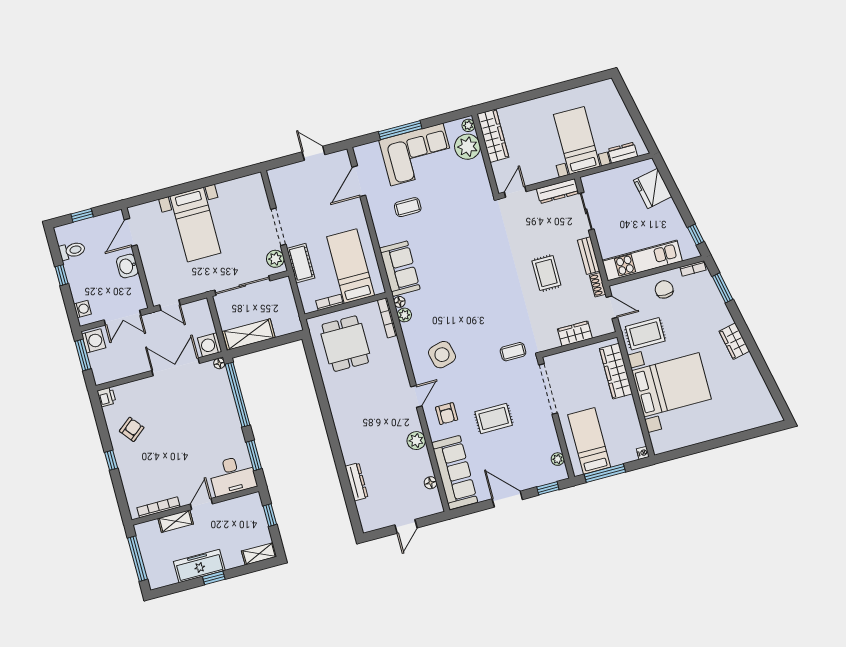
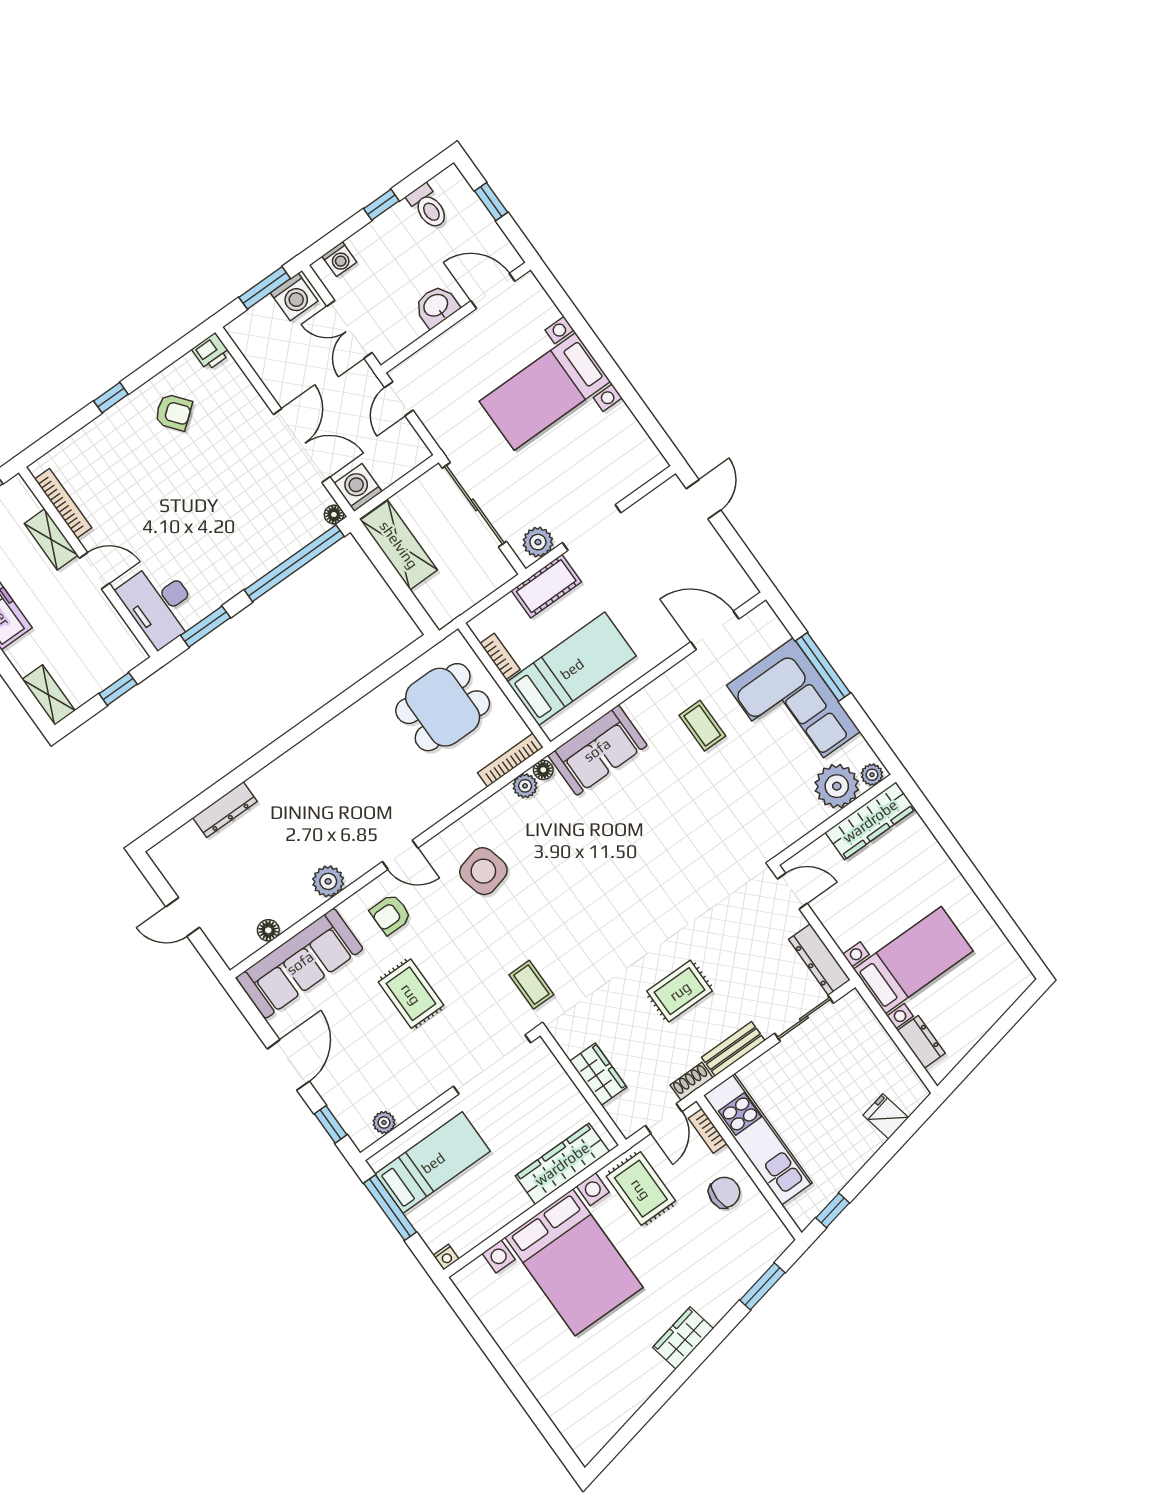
door: (314, 153) -> (703, 499), moved
fridge: (653, 188) -> (886, 1116), width x0.53, depth x0.75
bookcase: (693, 269) -> (708, 1131), moved

